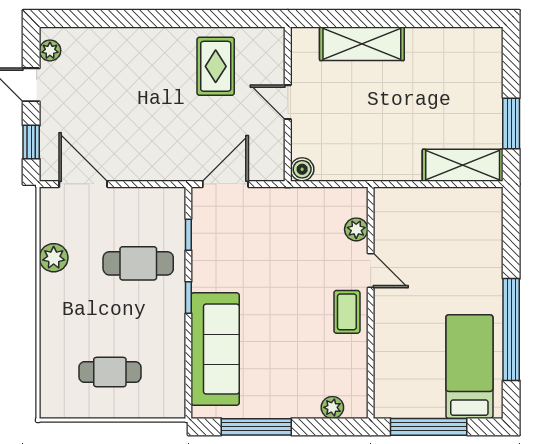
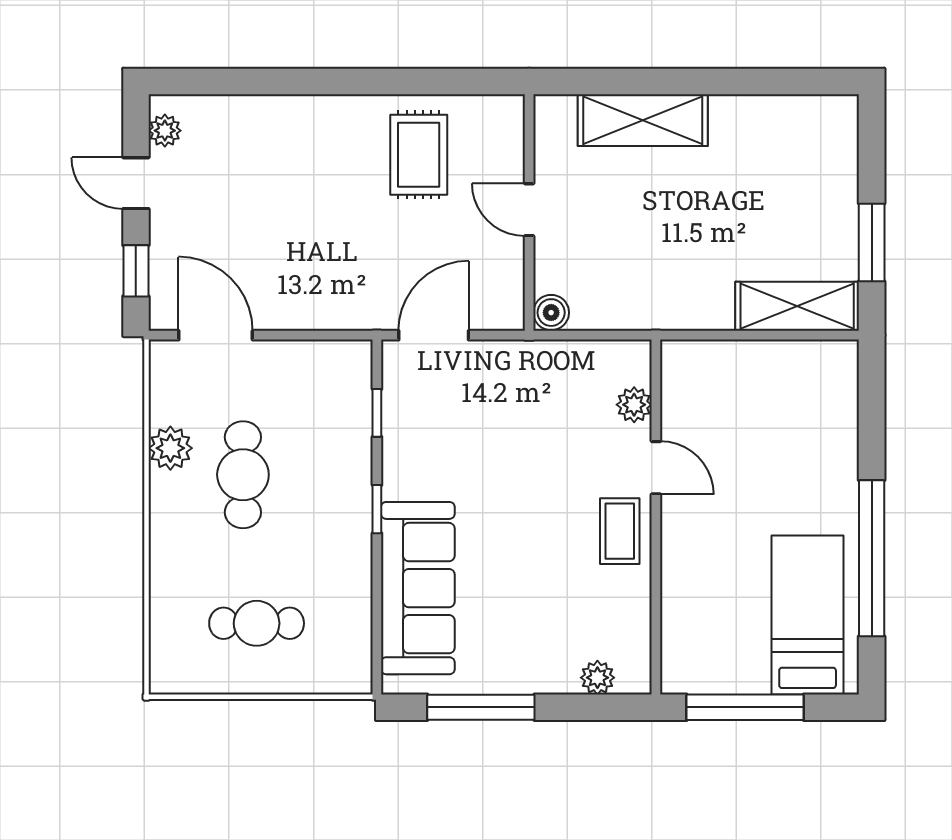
cafe table: (138, 263) -> (243, 475), moved, turned 90

